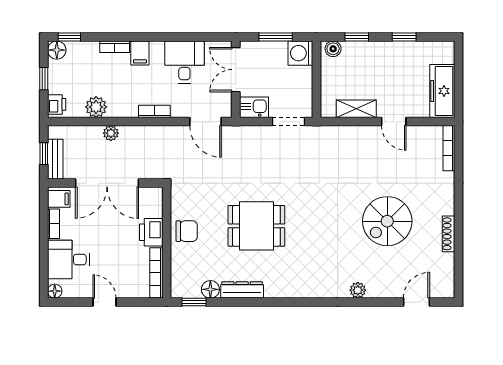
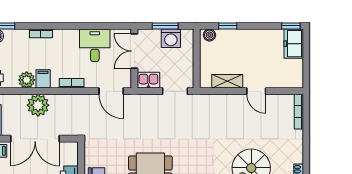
window: (404, 37) -> (291, 26), moved
filing cabinet: (140, 53) -> (43, 79), moved, turned 180
washing machine: (300, 53) -> (171, 38), moved, turned -90
freezer: (442, 91) -> (294, 44), moved, width x0.71
plant: (111, 133) -> (38, 105), width x1.88, depth x1.88

